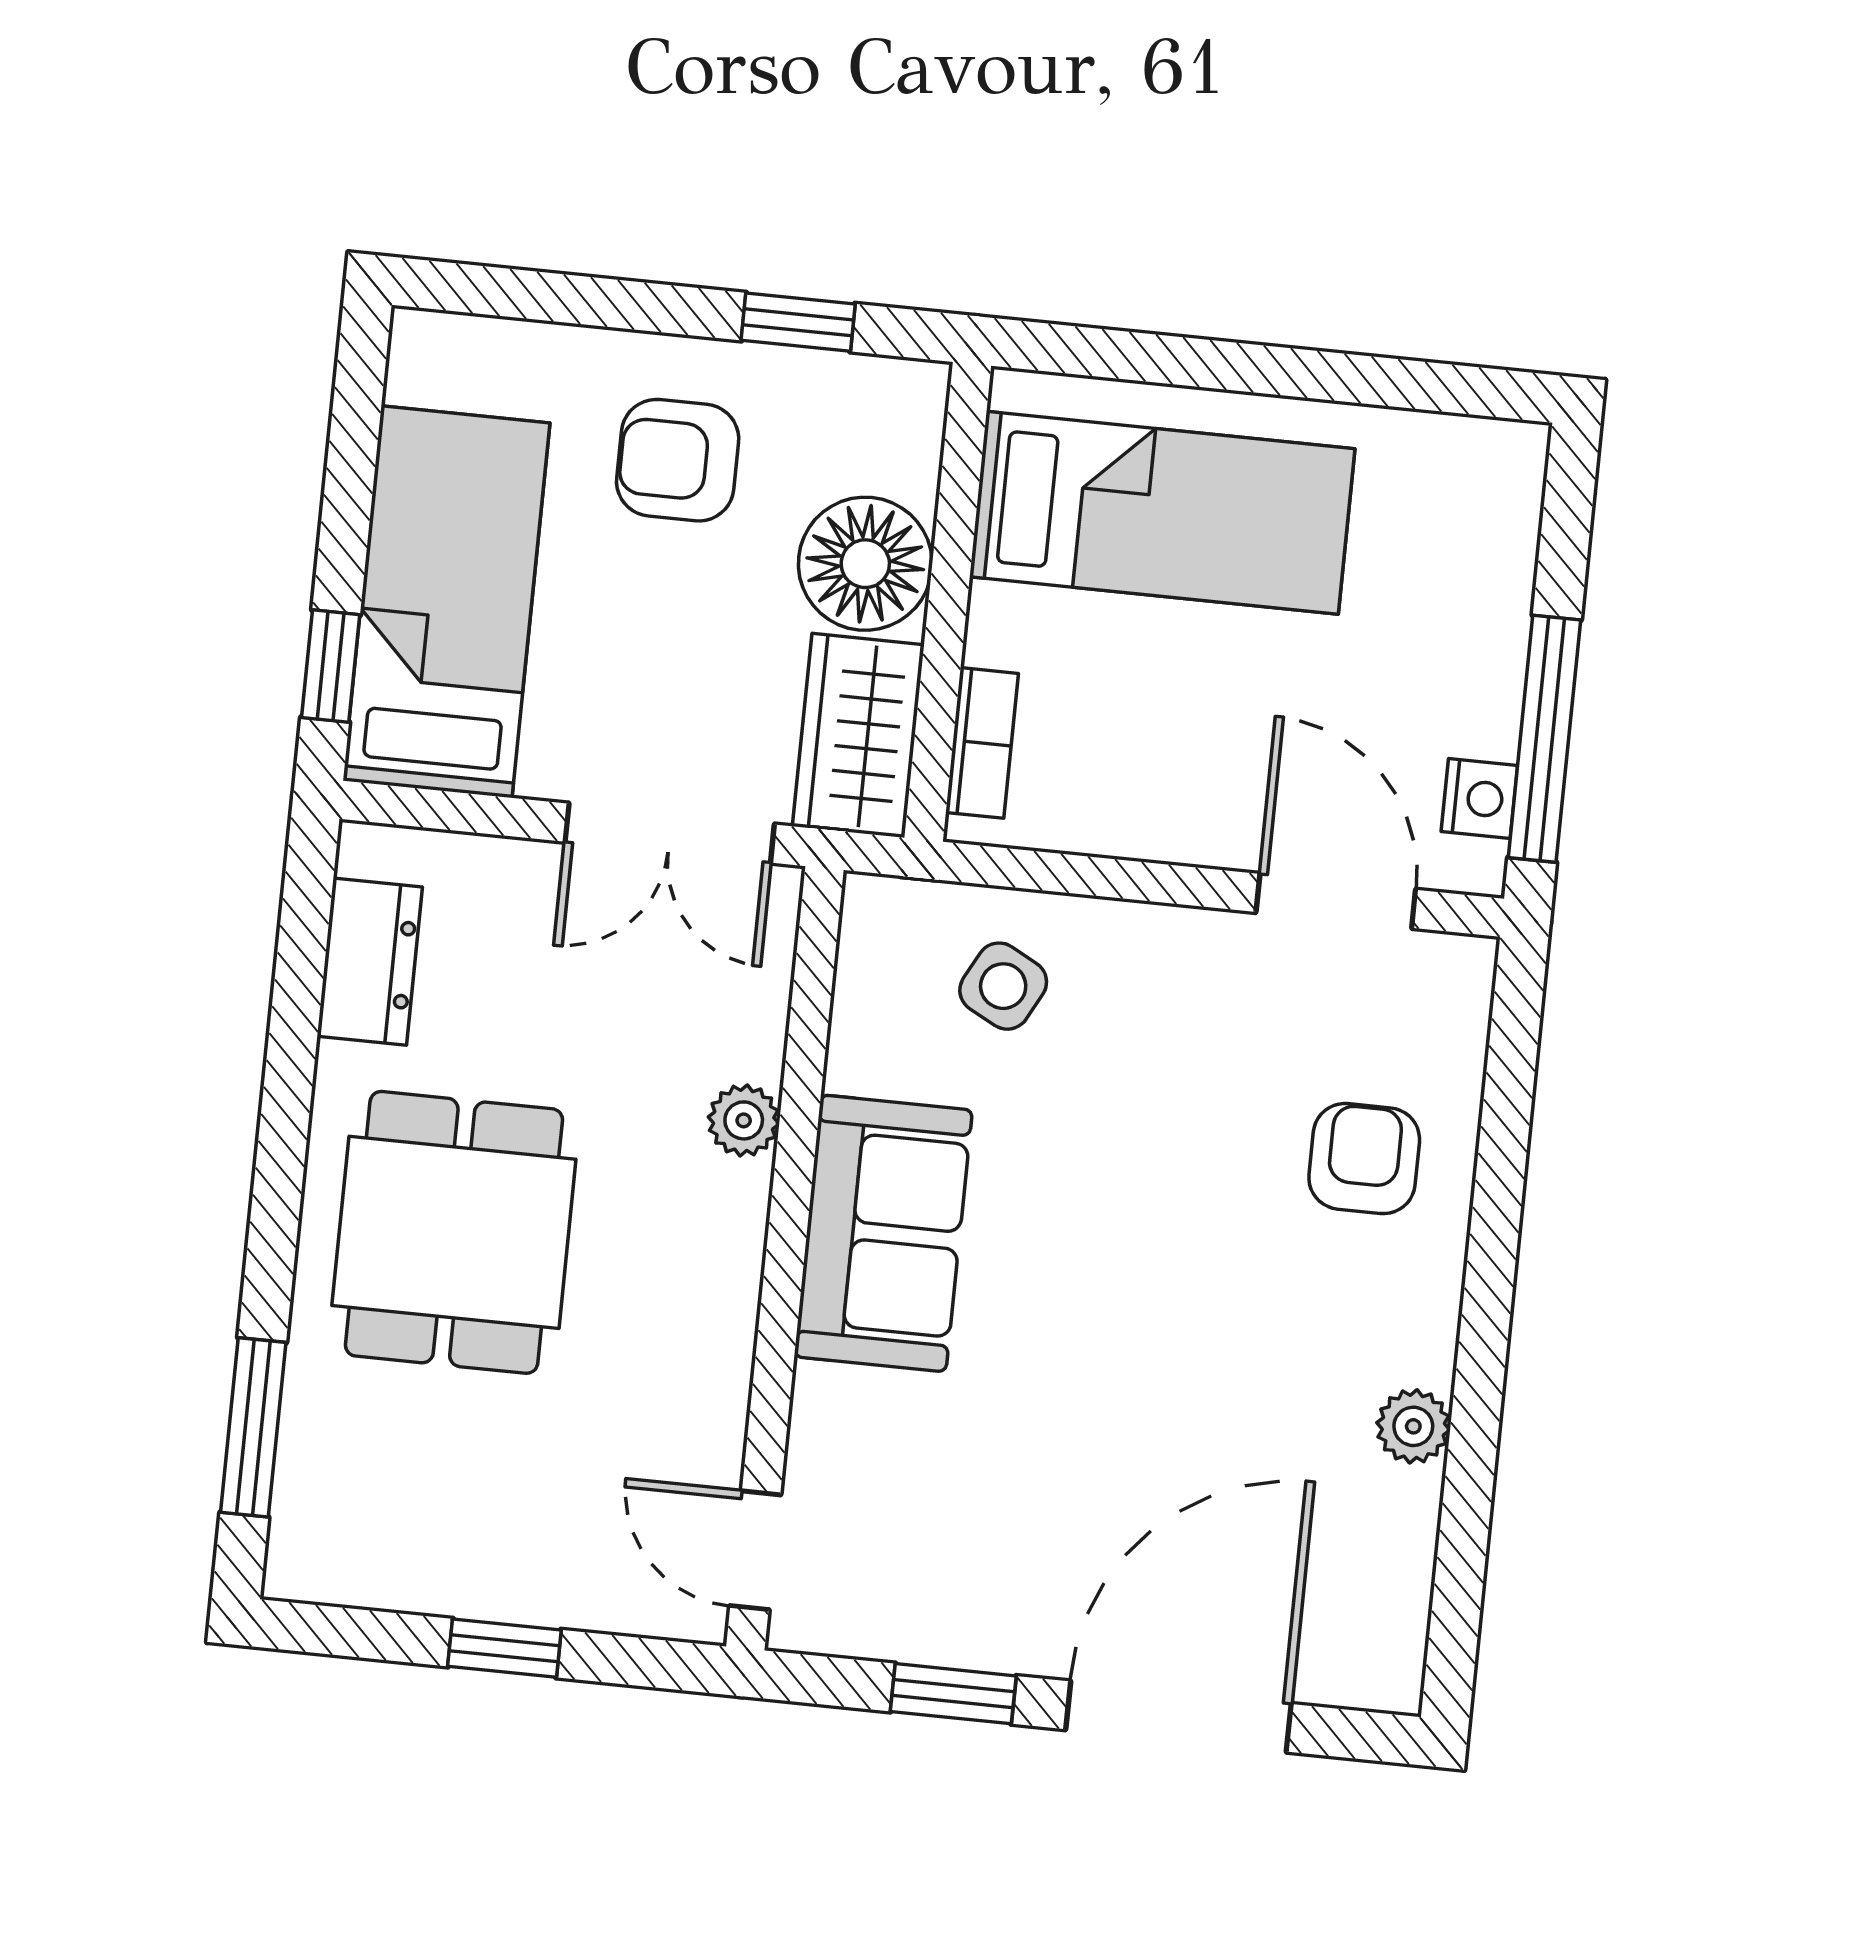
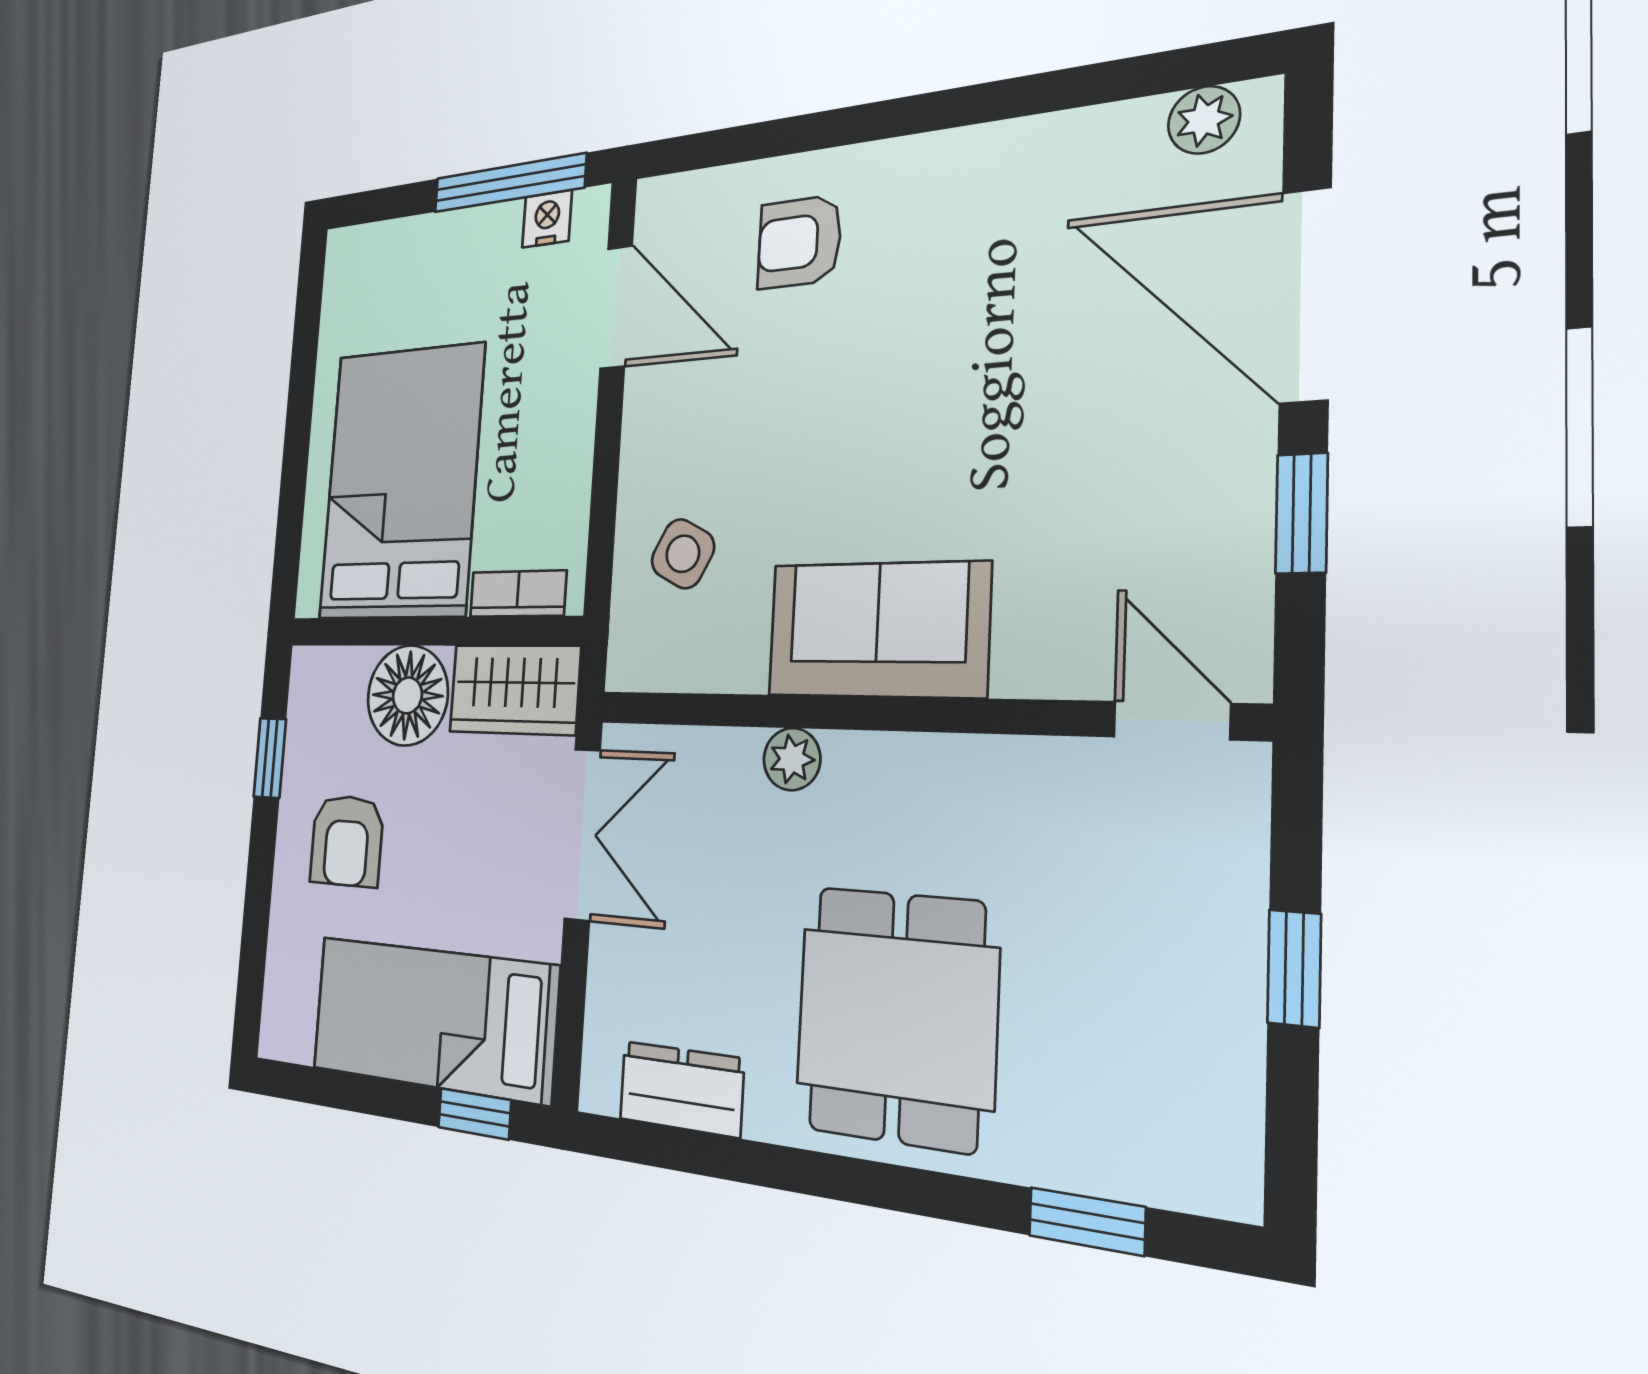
bed: (1162, 513) -> (401, 483), width x1.50
door: (1336, 901) -> (616, 307), swing flipped
dining table: (454, 1232) -> (896, 1017), turned 90
plant: (1413, 1426) -> (1204, 120), moved
window: (253, 1427) -> (1087, 1221), width x0.67
door: (755, 1550) -> (1171, 720), swing flipped

